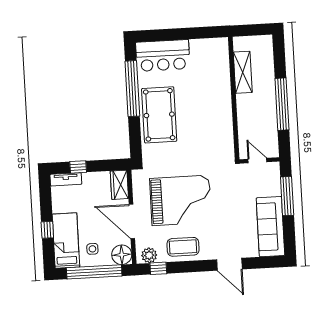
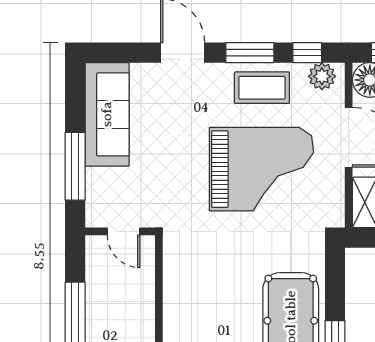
grand piano: (181, 200) -> (262, 169), turned 180
window: (191, 266) -> (250, 53), added

